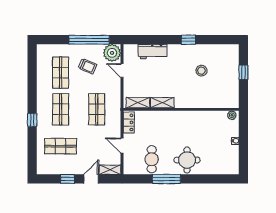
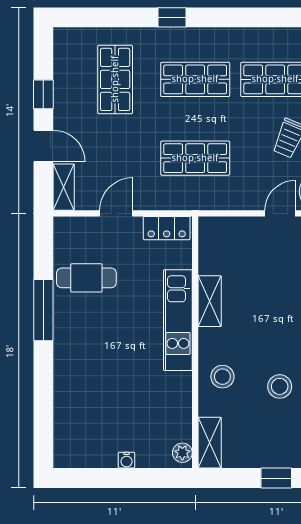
stool: (197, 97) -> (222, 377), added
shelving: (138, 103) -> (210, 443), moved
kitchen unit: (171, 117) -> (178, 320), added
round table: (187, 160) -> (85, 355), removed

